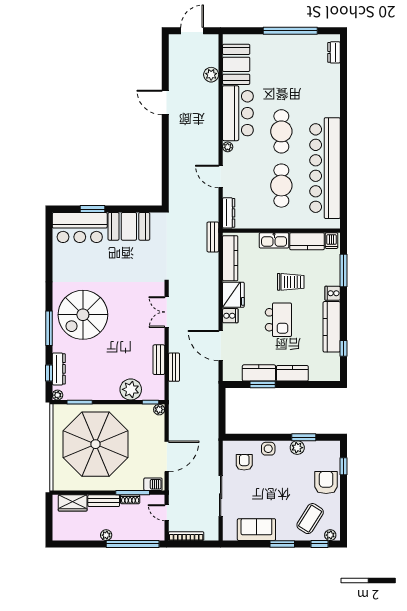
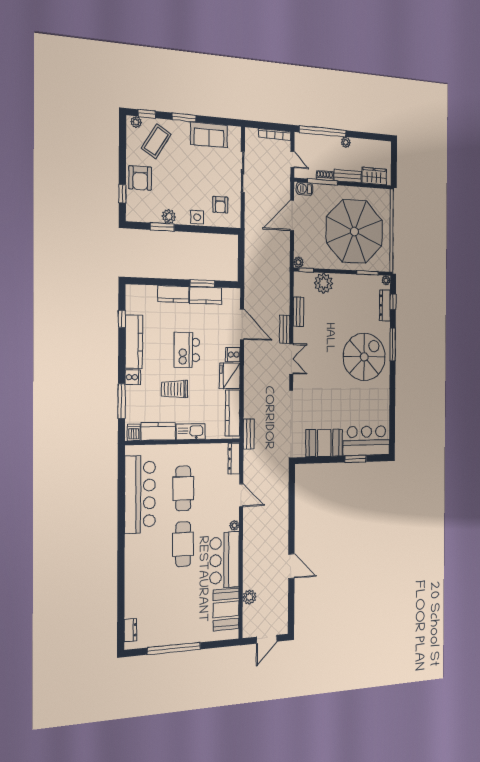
bar counter: (325, 168) -> (140, 494), width x0.73
bench: (174, 367) -> (285, 329), moved

